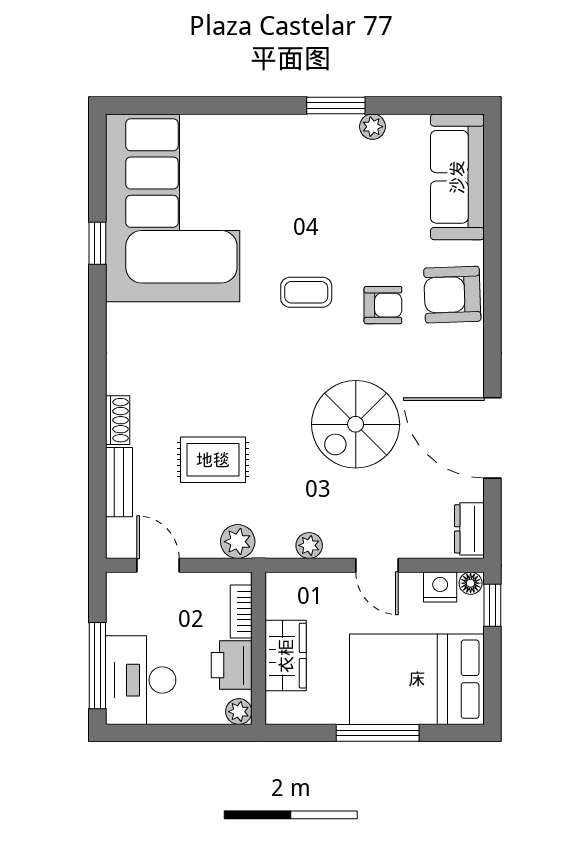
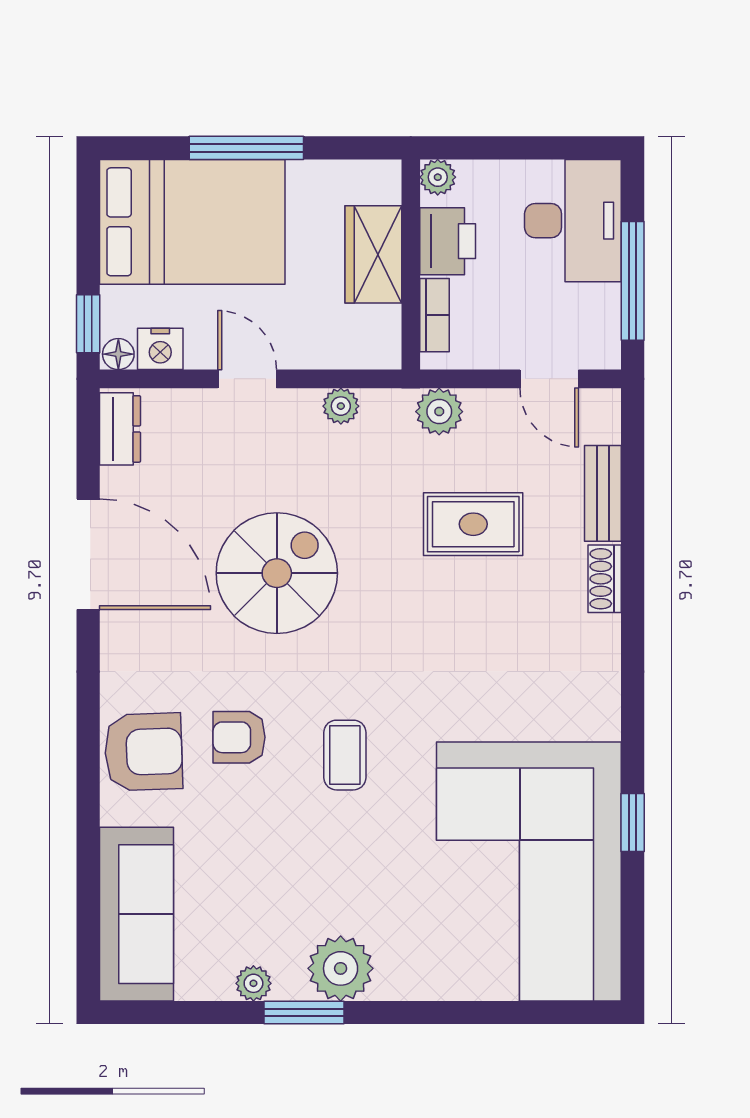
plant: (309, 137) -> (341, 968), added
coffee table: (306, 292) -> (345, 755), turned 90
window: (97, 666) -> (633, 281), moved

